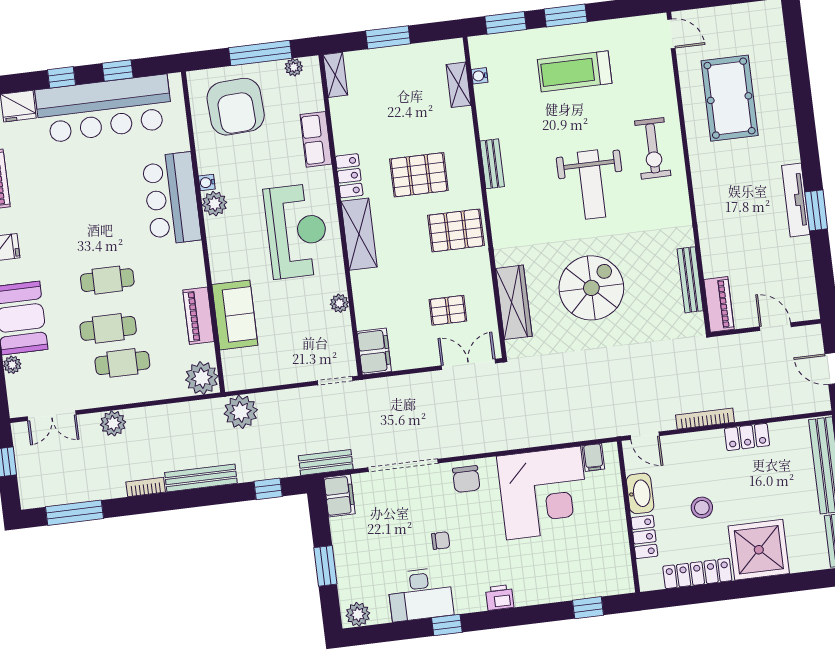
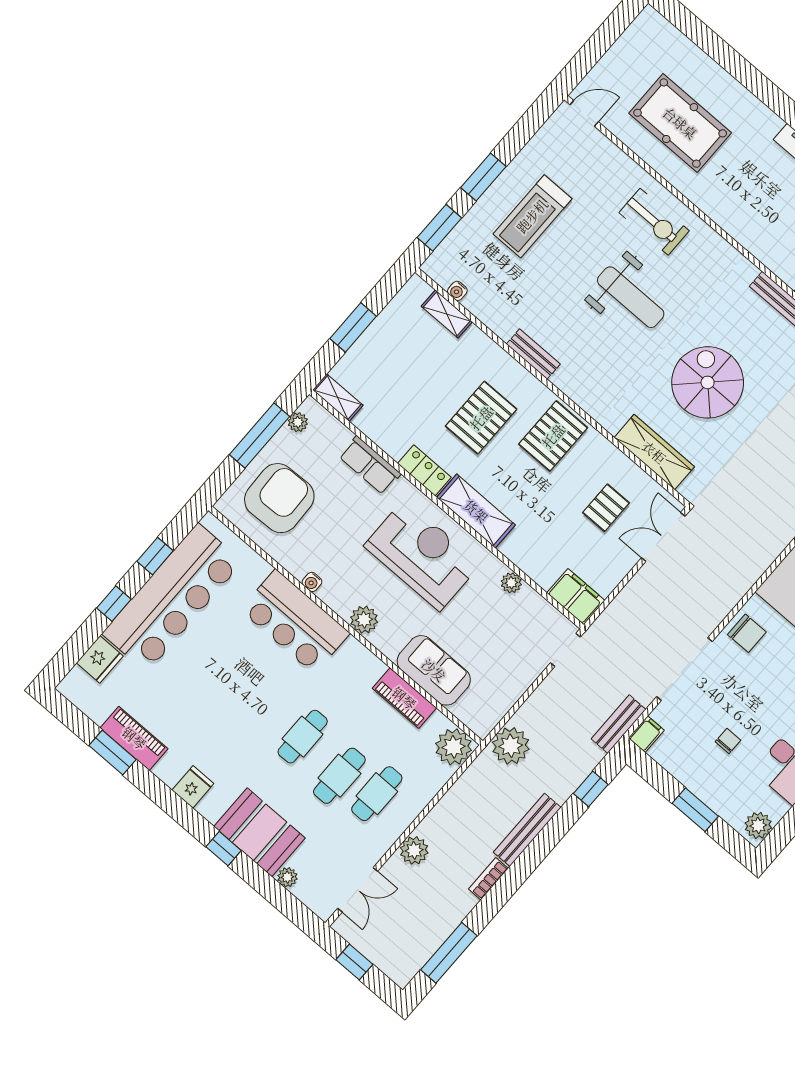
armchair: (236, 107) -> (279, 498), turned -89
plant: (214, 204) -> (364, 620), moved
filing cabinet: (339, 496) -> (646, 734), width x0.50
chair: (441, 541) -> (728, 741), moved

